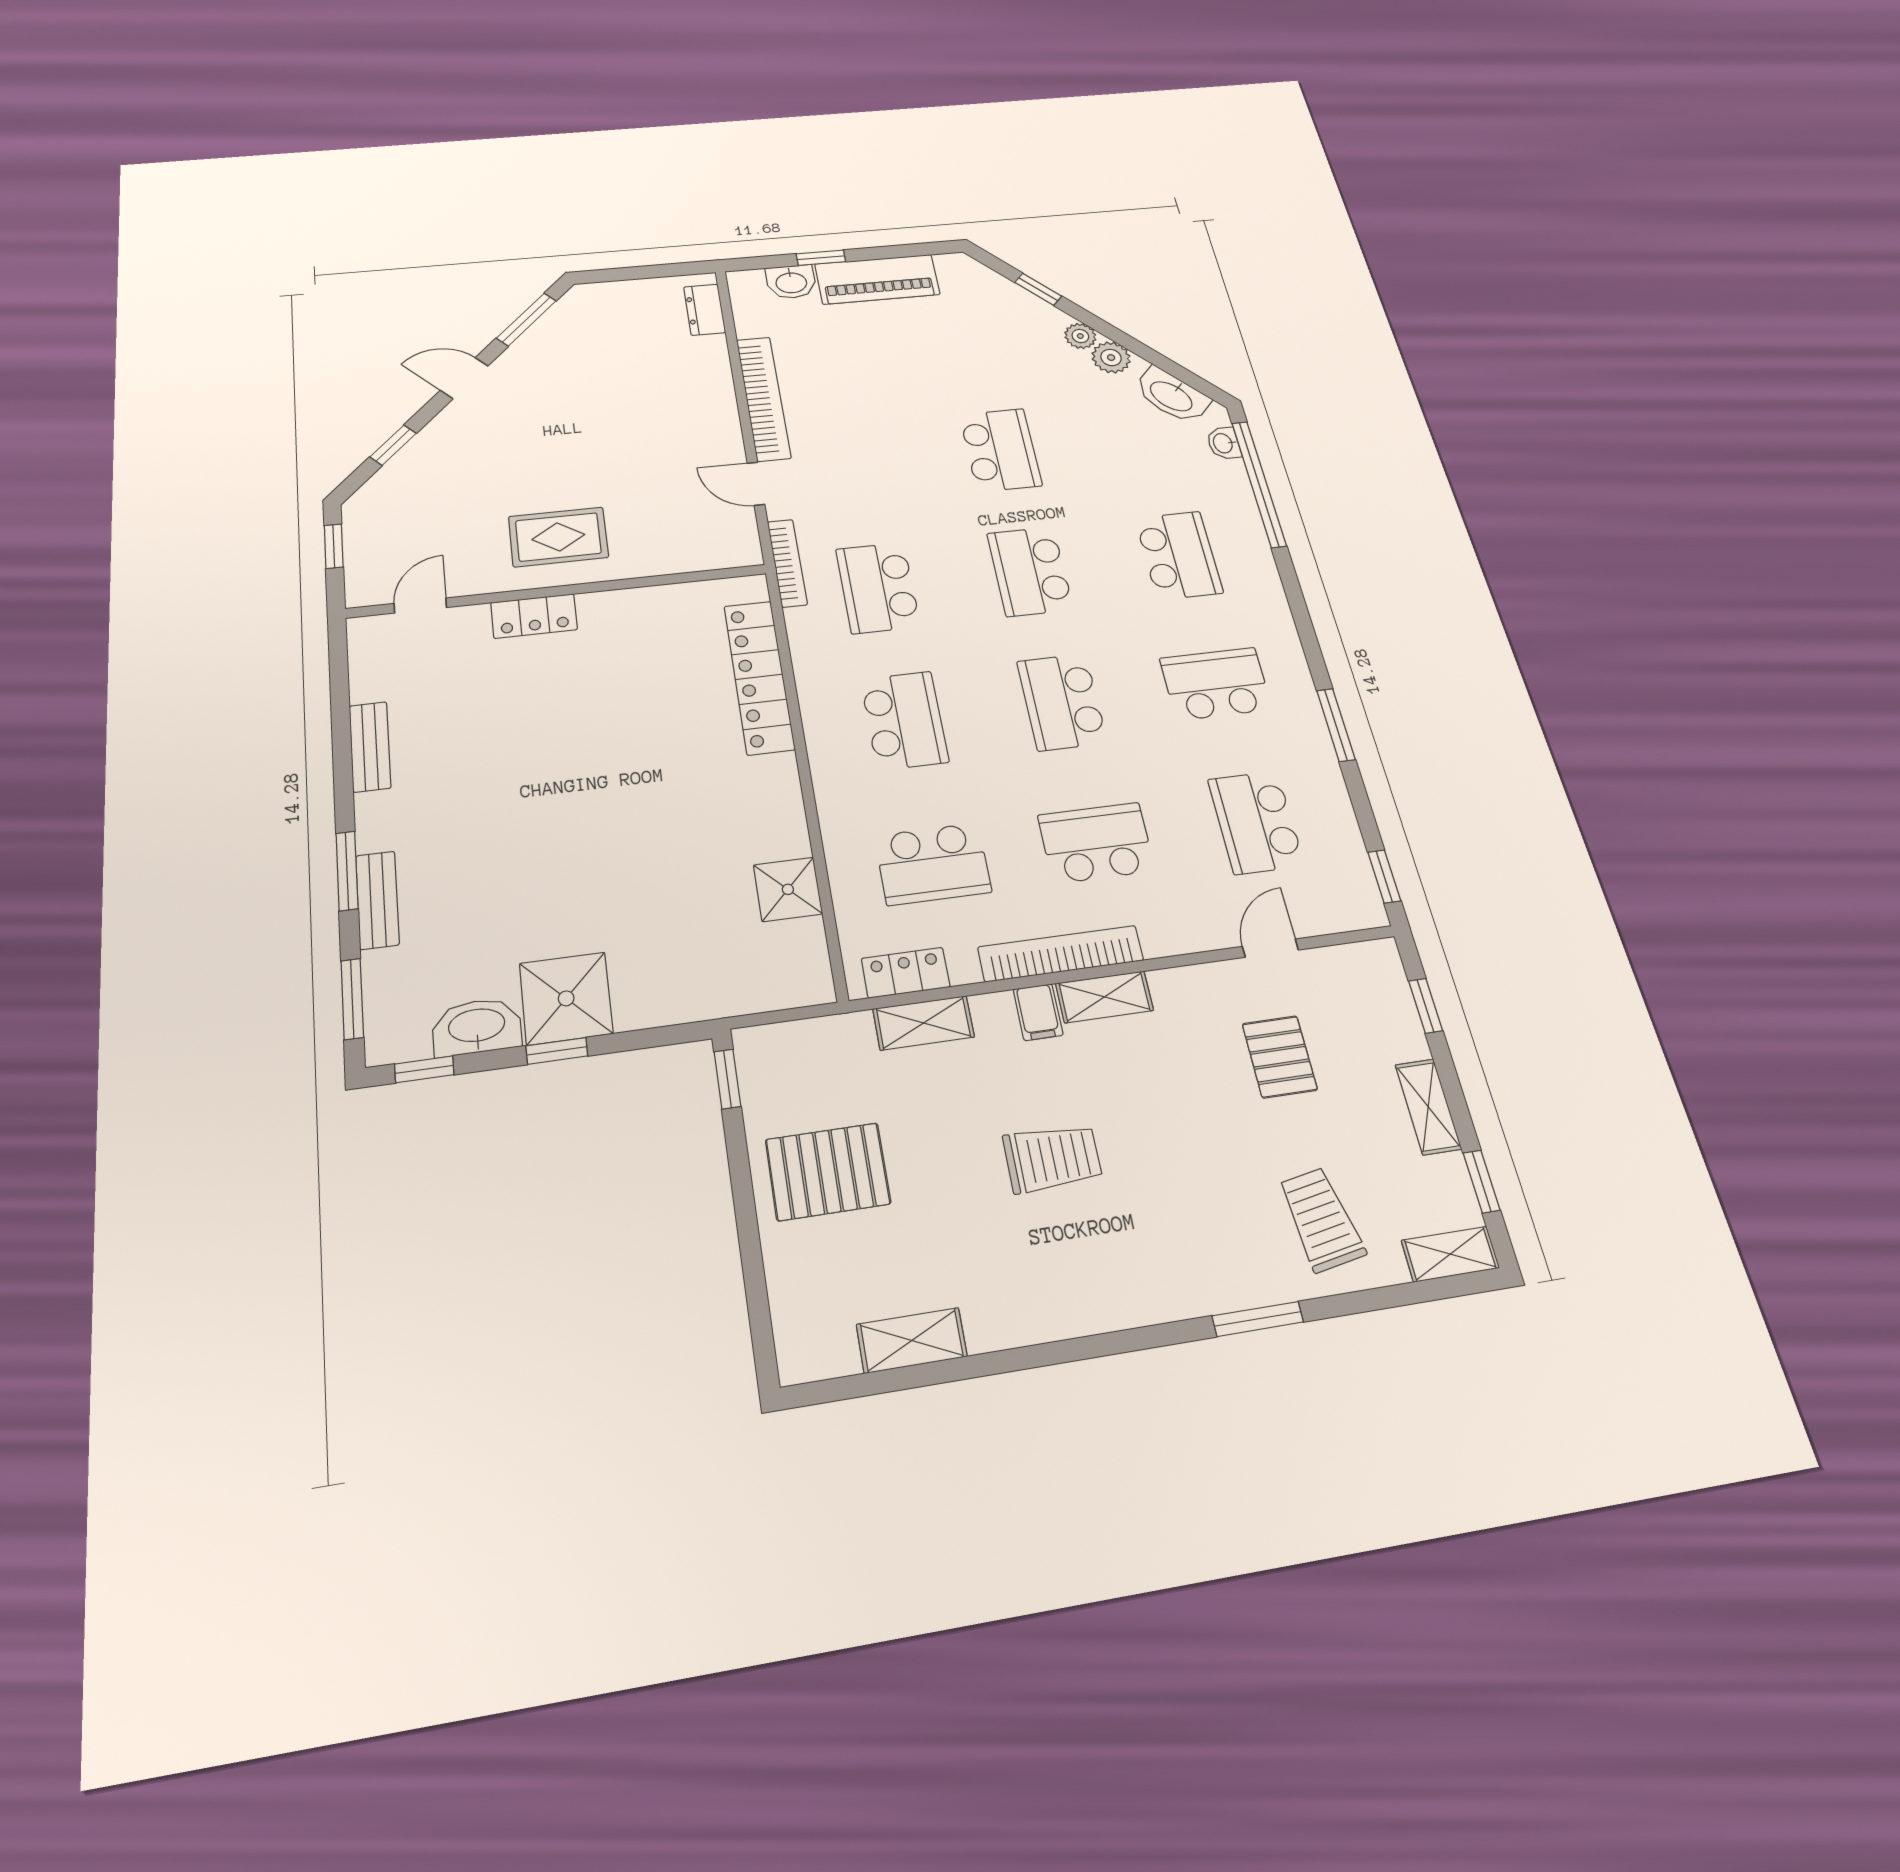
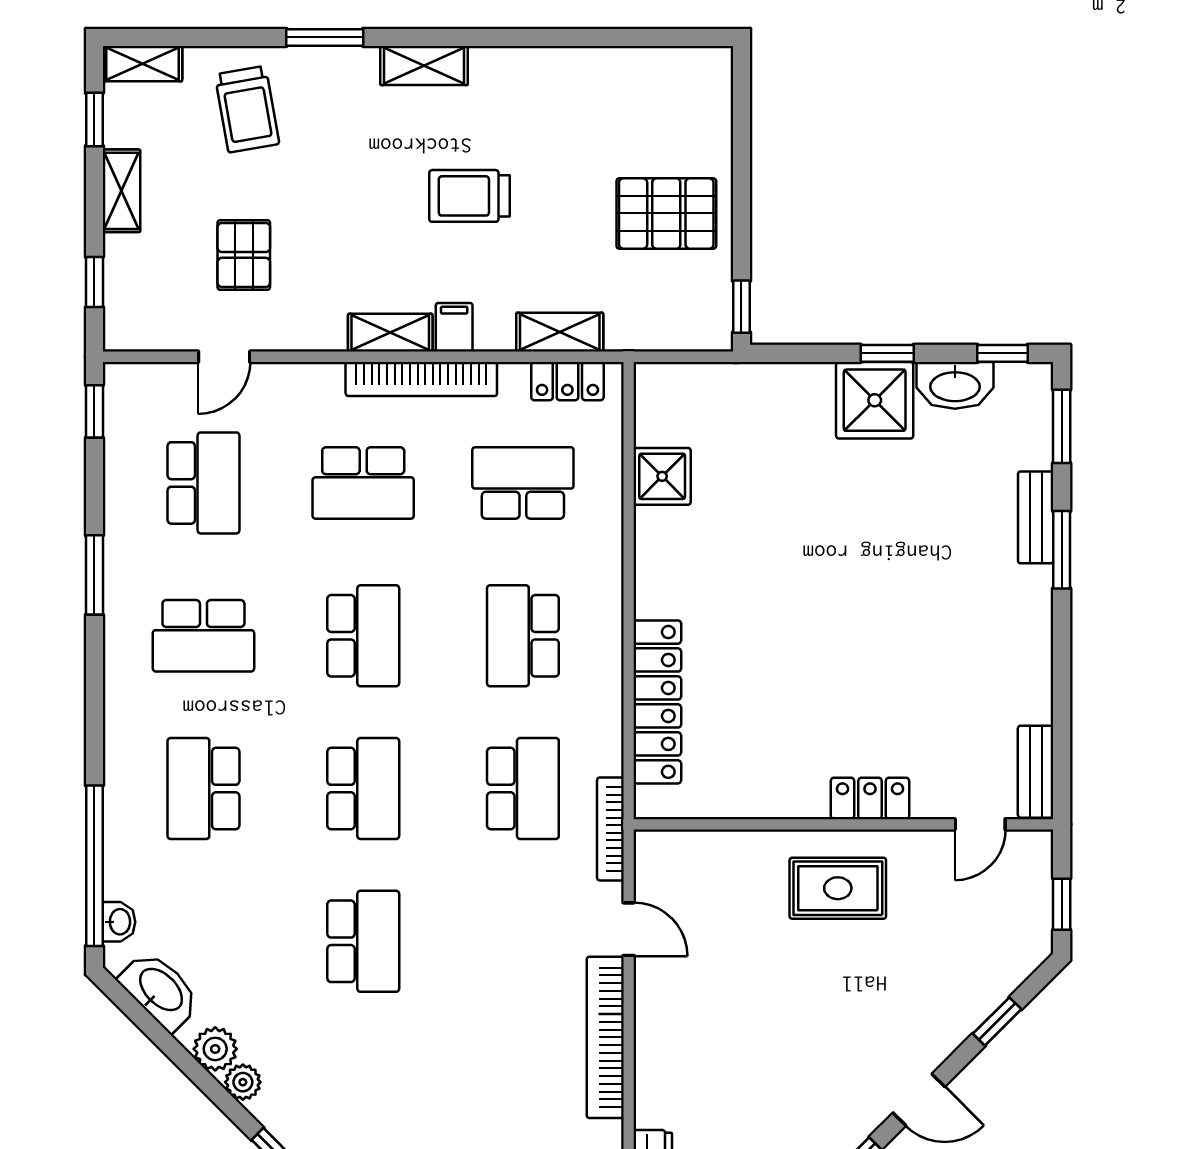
school desk: (1000, 450) -> (363, 941), turned 180
bench: (370, 747) -> (1036, 772), moved
shelving: (912, 1340) -> (424, 66), moved

